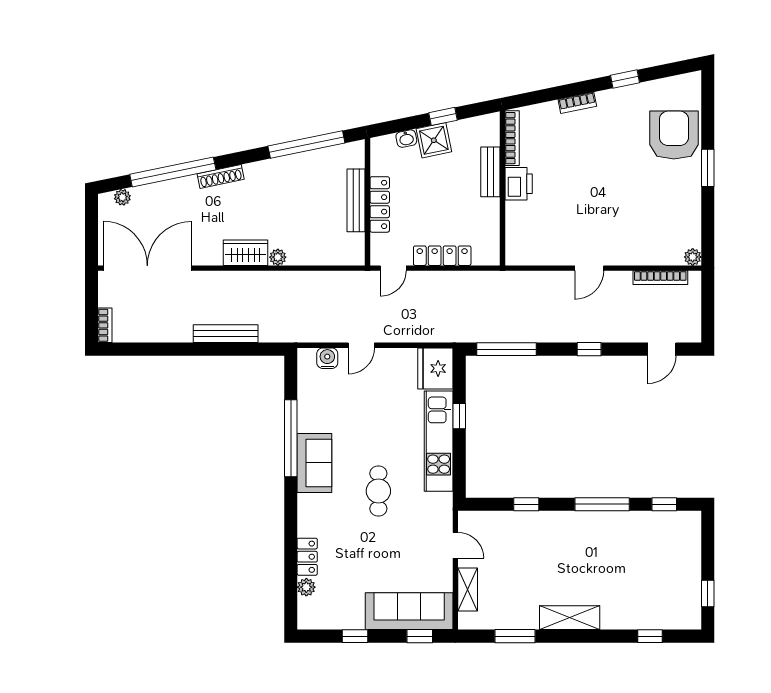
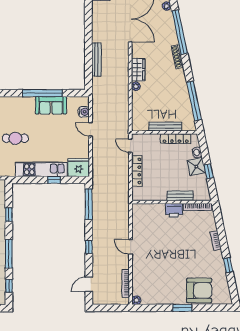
locker: (380, 204) -> (176, 139), moved
door: (662, 349) -> (89, 284), hinge flipped
sofa: (314, 463) -> (51, 105), moved

